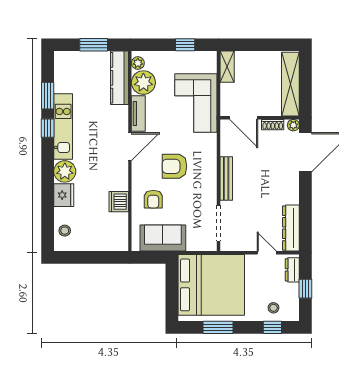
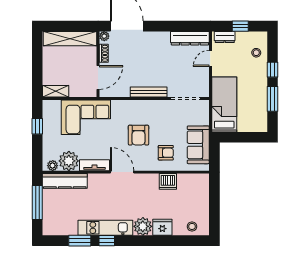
window: (94, 45) -> (37, 202), width x1.44
bed: (211, 285) -> (224, 104), width x0.49
window: (272, 327) -> (273, 70), moved

